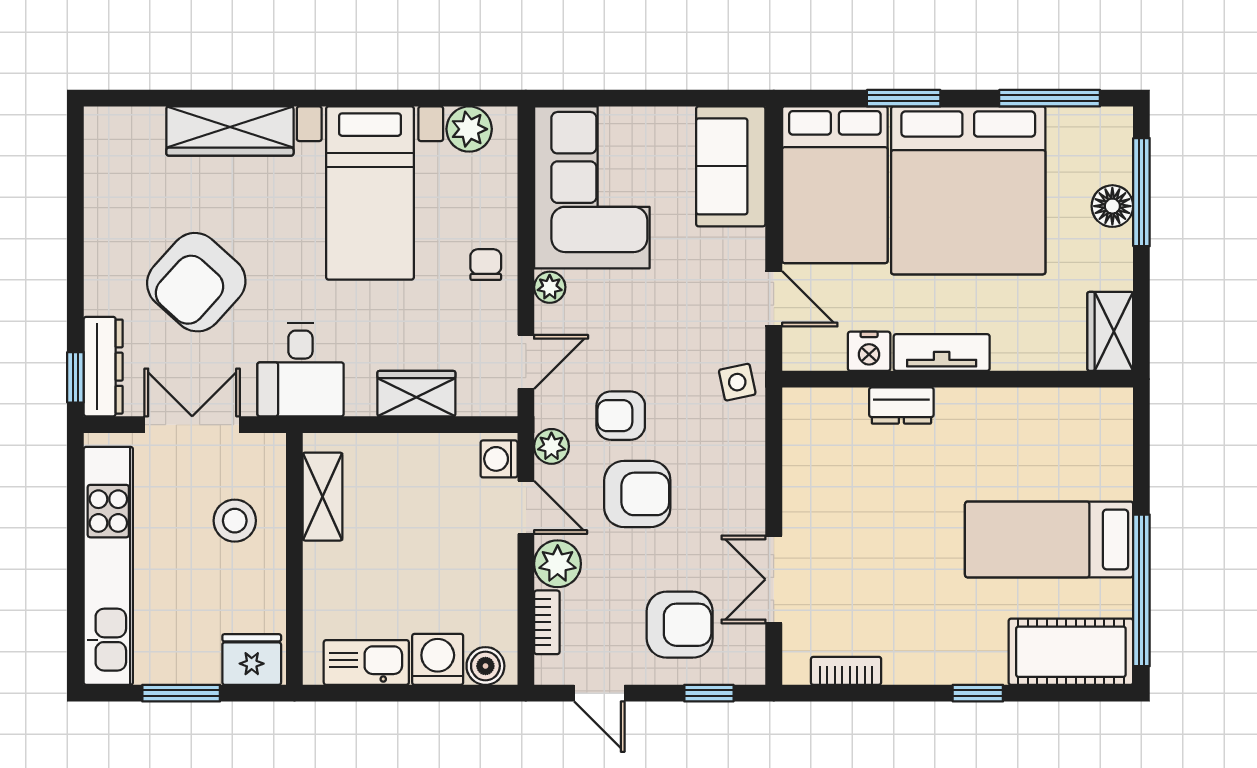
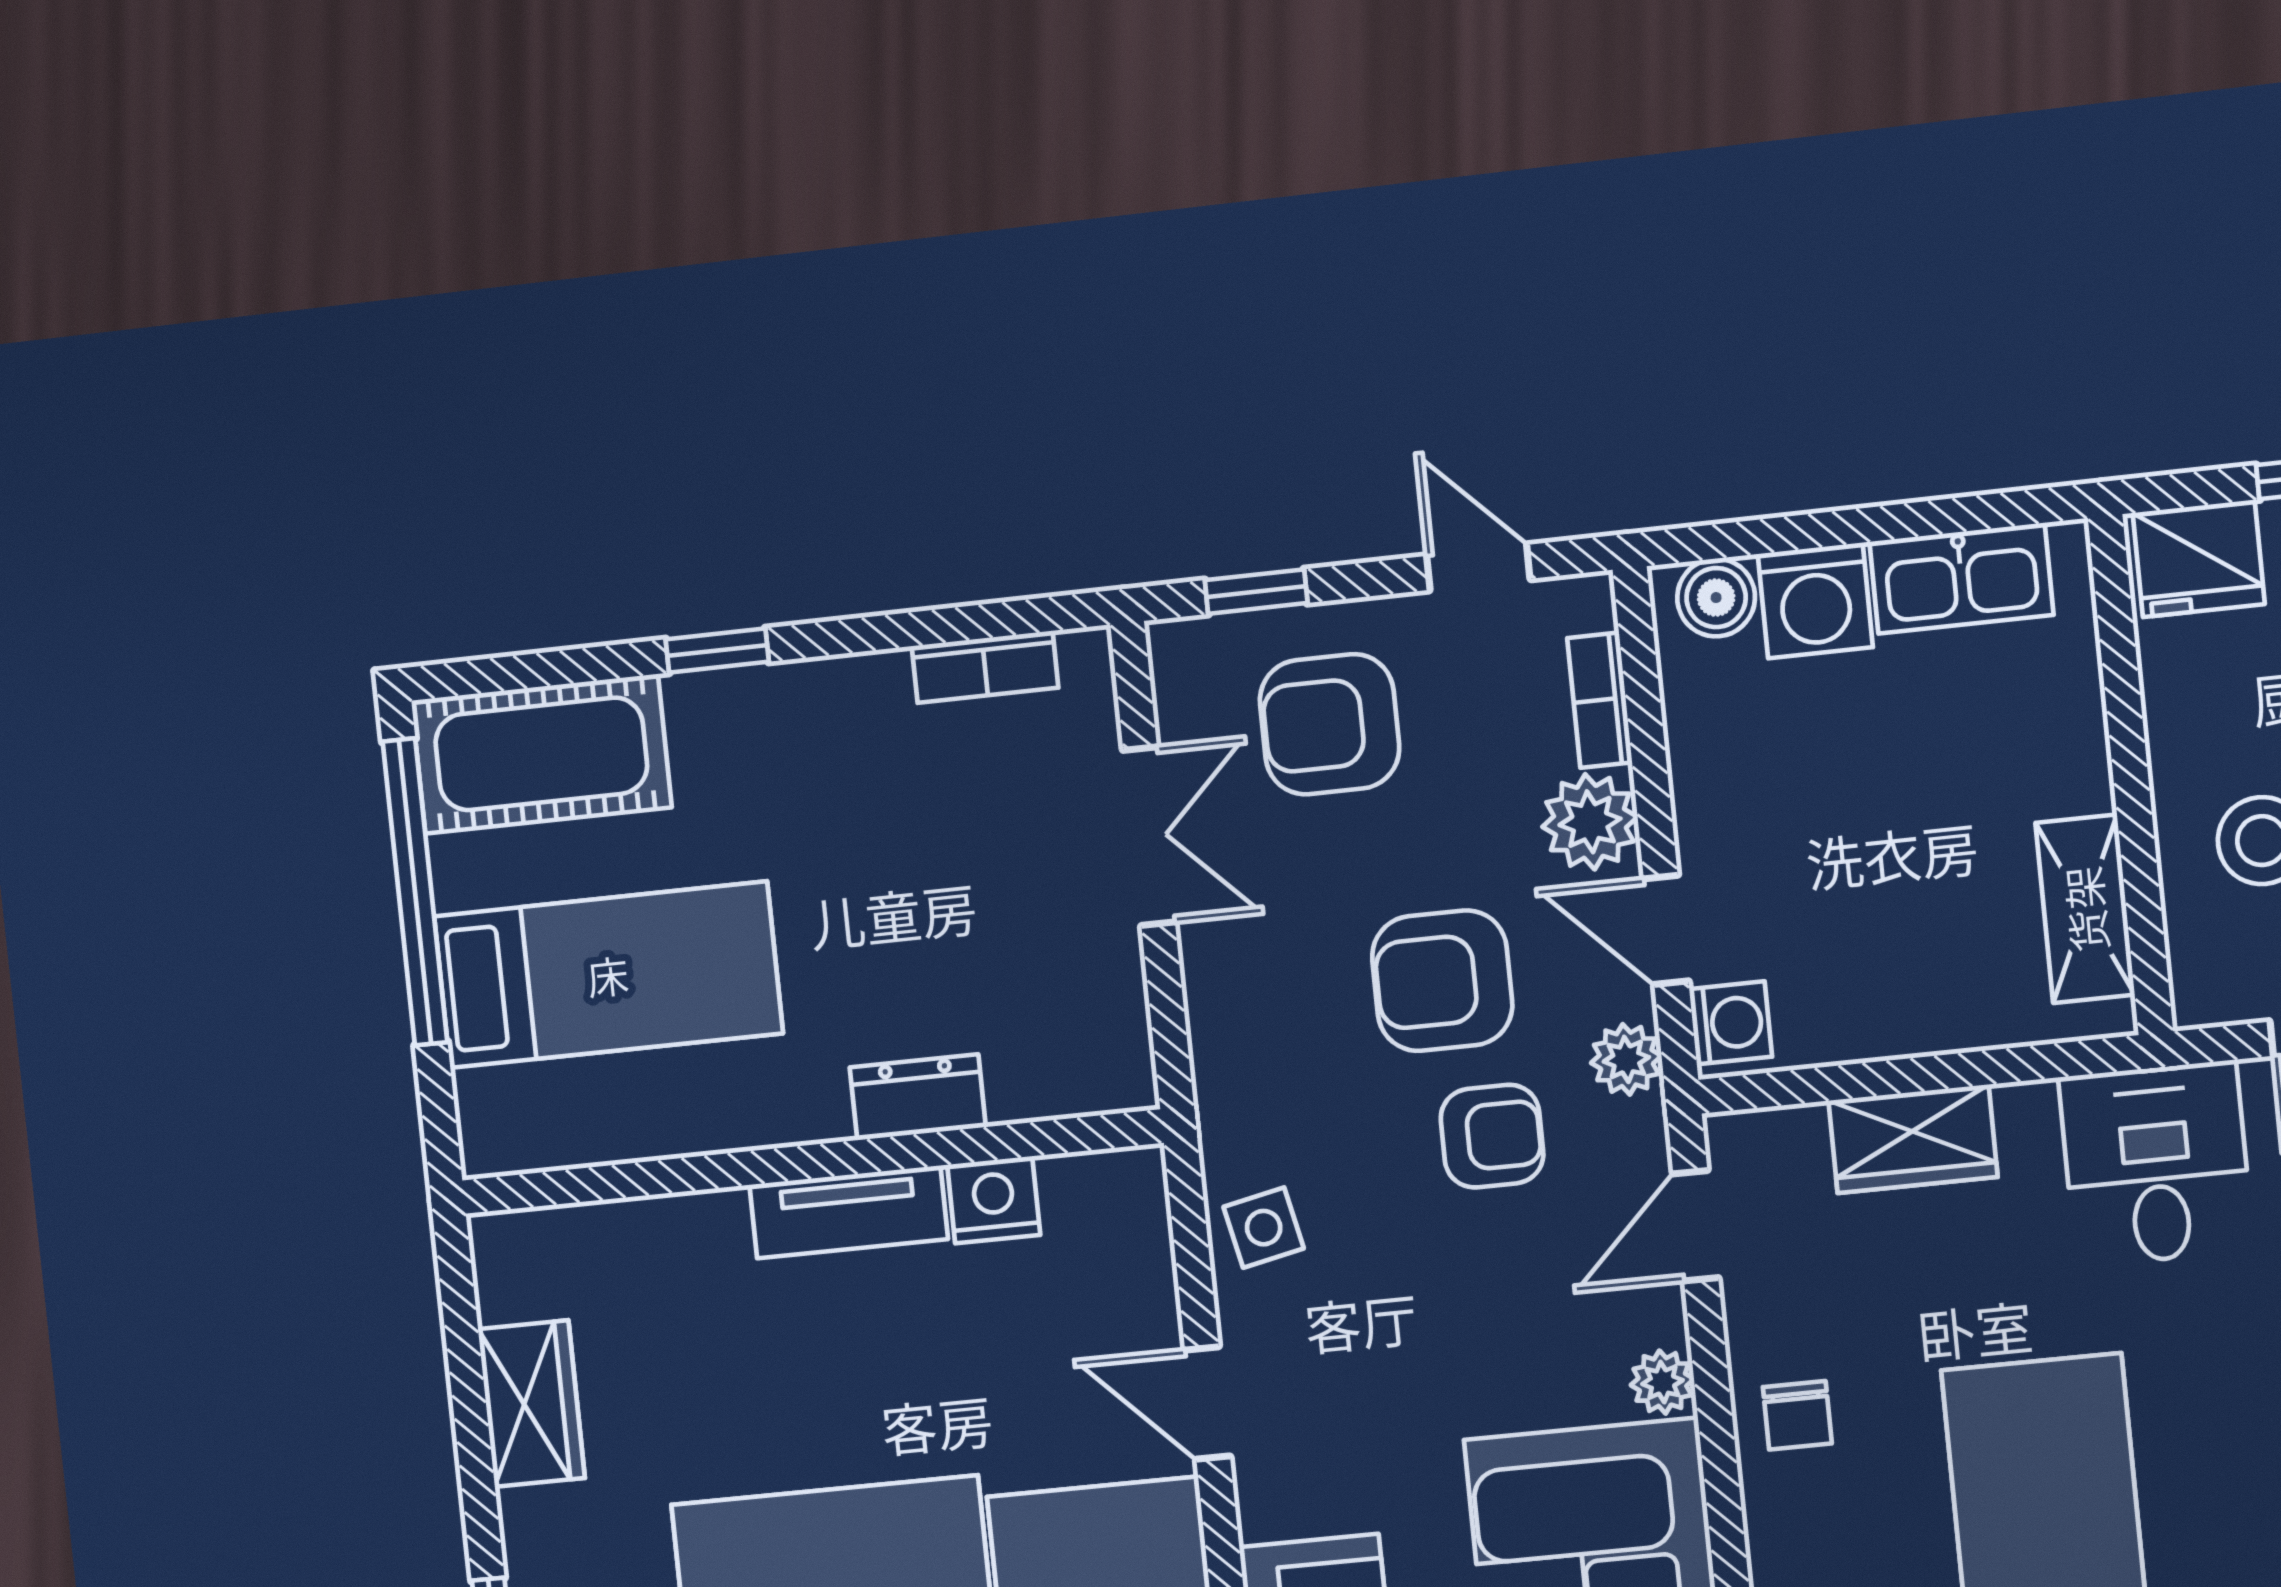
nightstand: (869, 351) -> (994, 1200), moved
tv unit: (942, 353) -> (849, 1212), moved
wall: (958, 379) -> (811, 1162), moved
dresser: (901, 405) -> (918, 1097), moved

